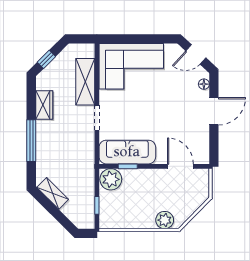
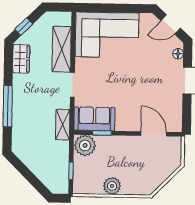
wardrobe: (44, 105) -> (21, 59), moved
sofa: (127, 152) -> (94, 119), width x0.73
shelving: (53, 193) -> (63, 125), moved, turned 45
plant: (165, 220) -> (112, 186), moved

